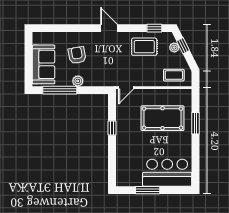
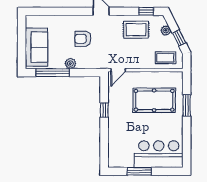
window: (183, 46) -> (179, 38), moved
armchair: (77, 55) -> (83, 39), moved, turned -80

